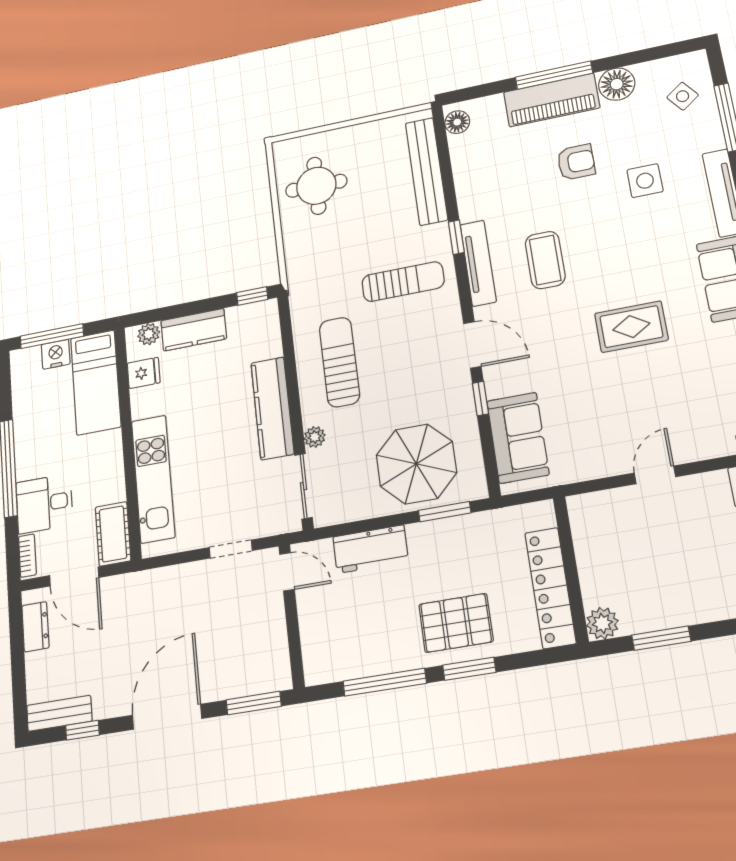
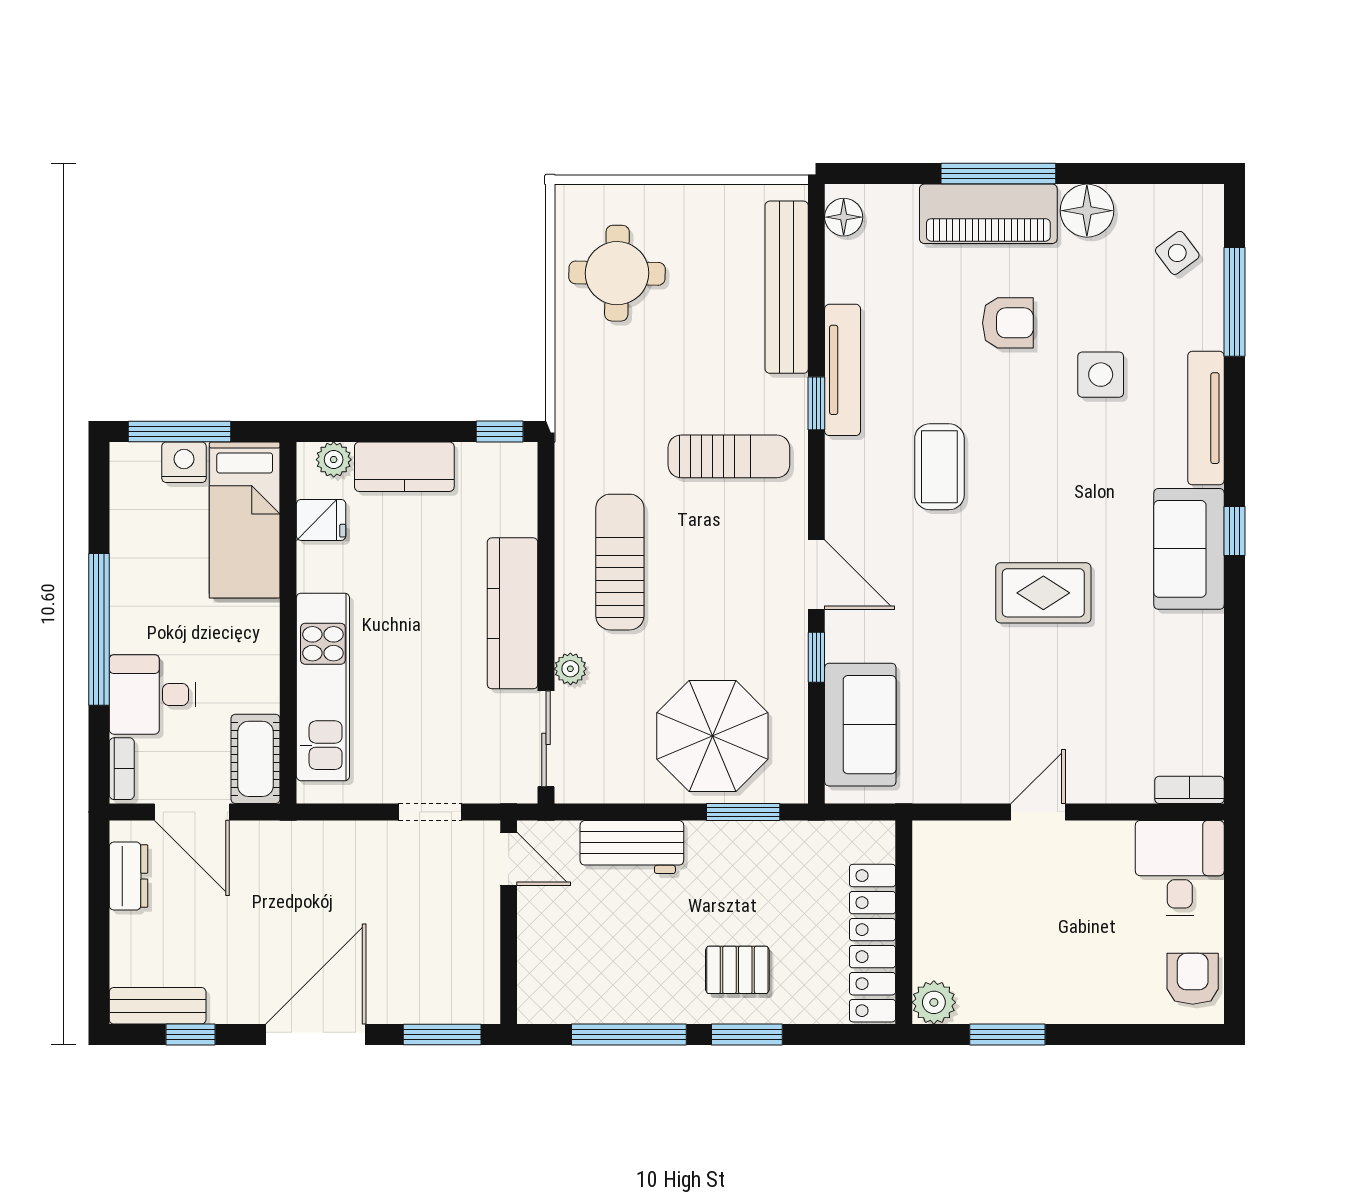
tv unit: (478, 263) -> (843, 370), moved
pallet: (456, 623) -> (737, 970), width x0.67, depth x0.71

